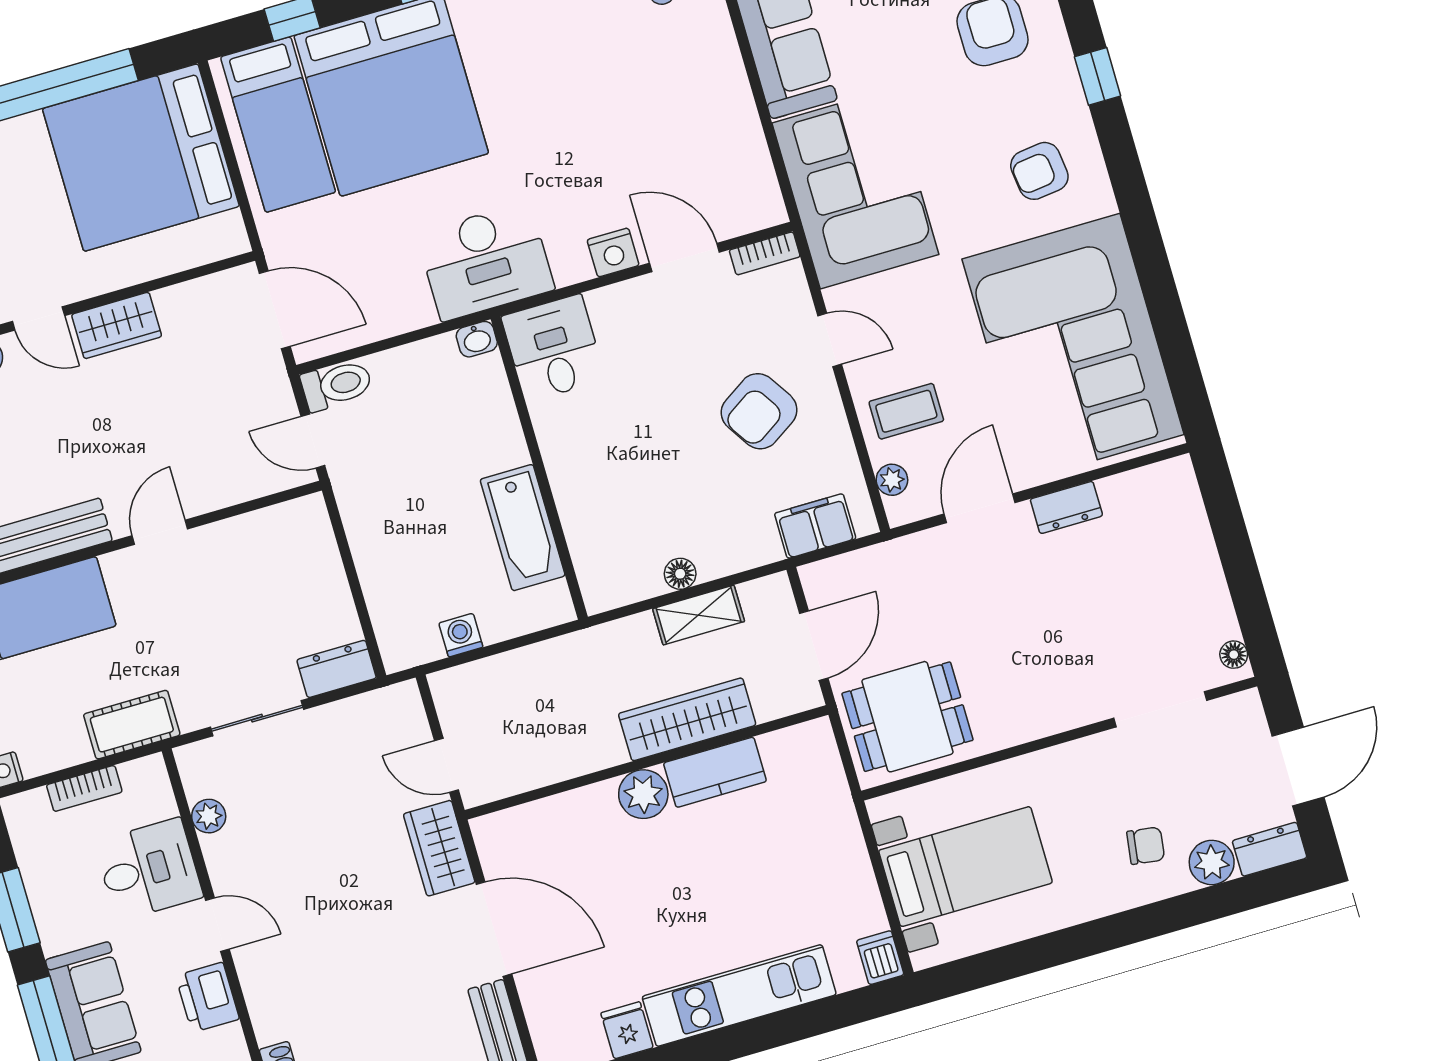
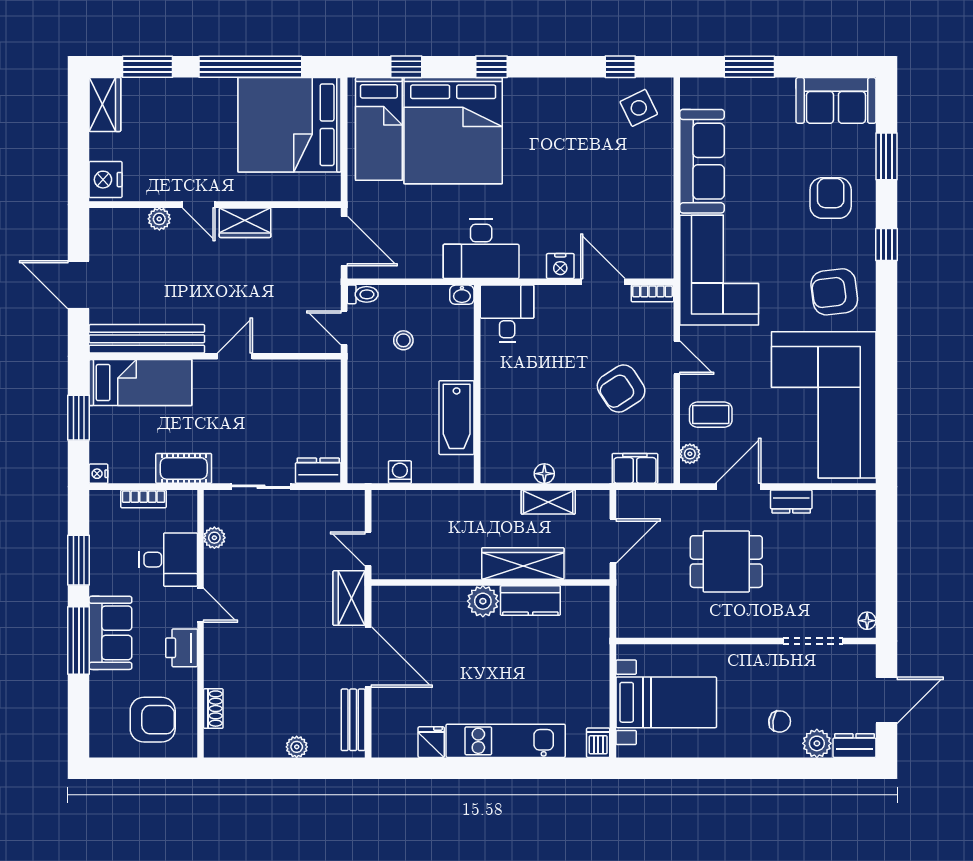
armchair: (1039, 171) -> (834, 292), width x1.38, depth x1.38
toilet: (337, 385) -> (363, 294), width x0.73, depth x0.72
stool: (408, 434) -> (403, 340), added
dining table: (908, 717) -> (726, 562), moved

